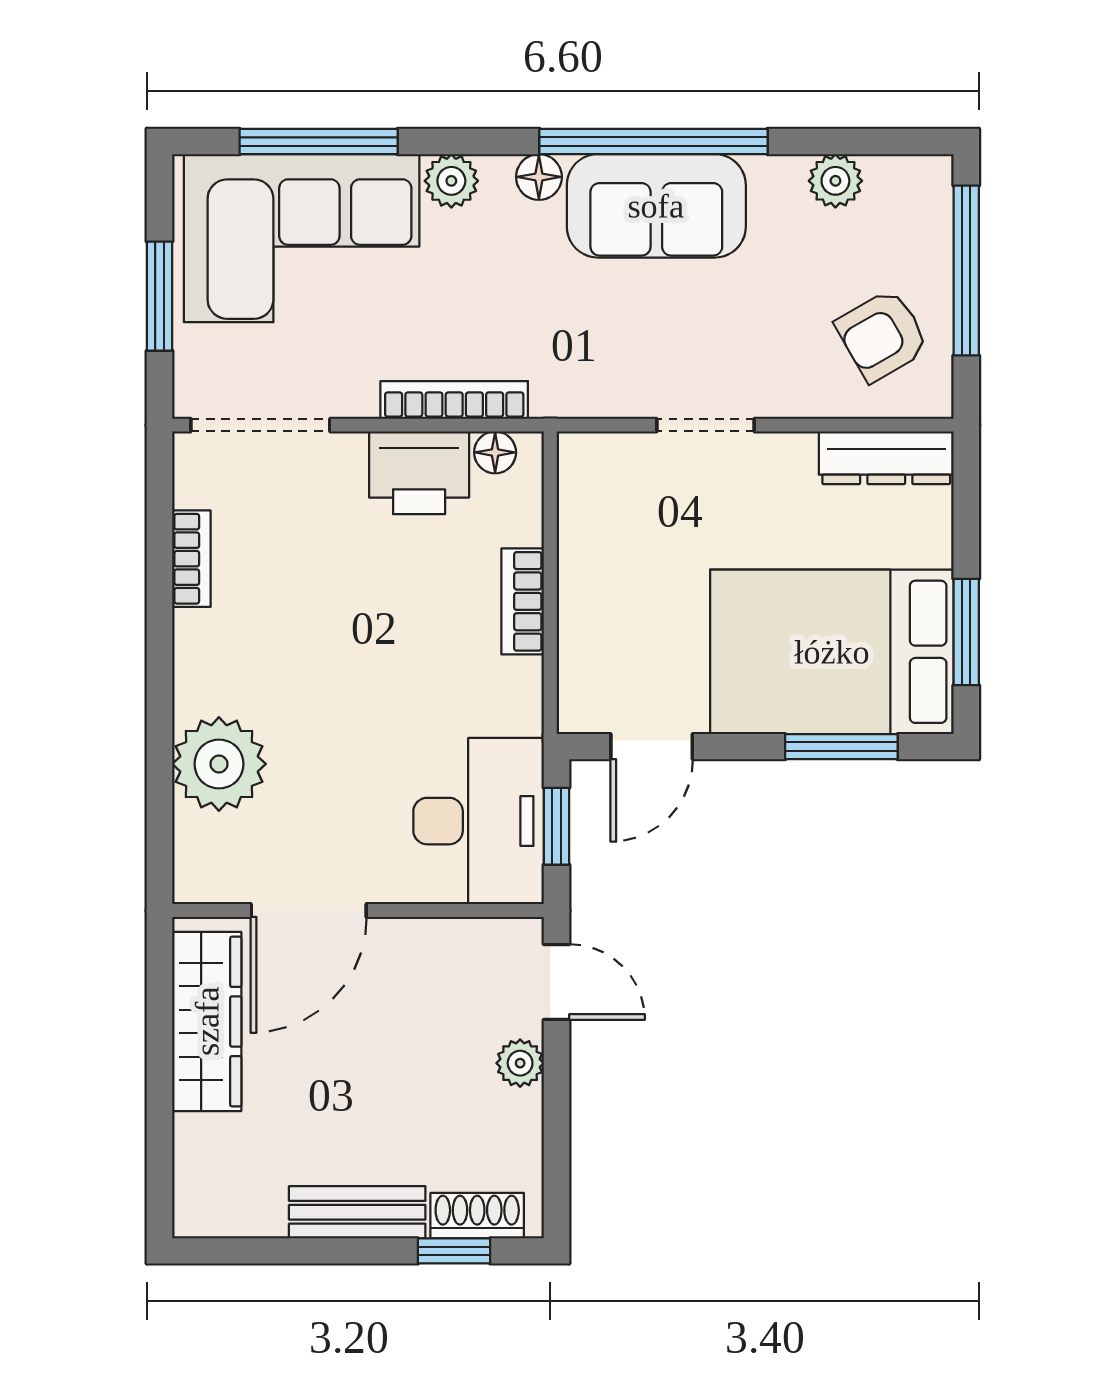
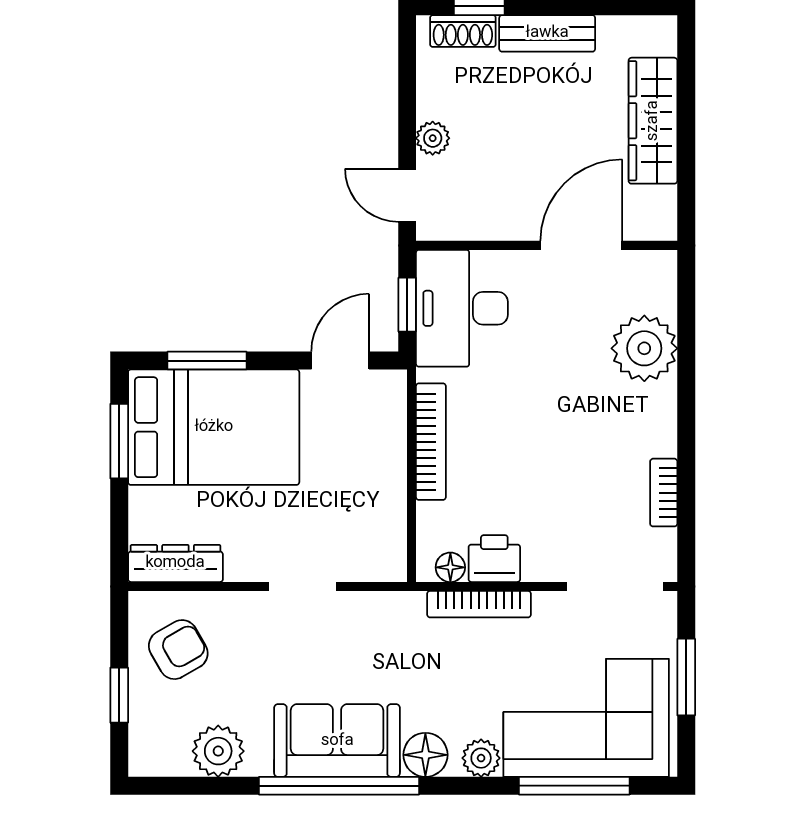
floor lamp: (539, 177) -> (425, 755), width x1.37, depth x1.37
plant: (835, 181) -> (218, 751), width x1.38, depth x1.38
window: (966, 270) -> (119, 695), width x0.46
printer: (419, 473) -> (494, 559), width x0.73, depth x0.81
bookcase: (523, 601) -> (431, 442), width x1.56
wardrobe: (207, 1021) -> (653, 121), moved

